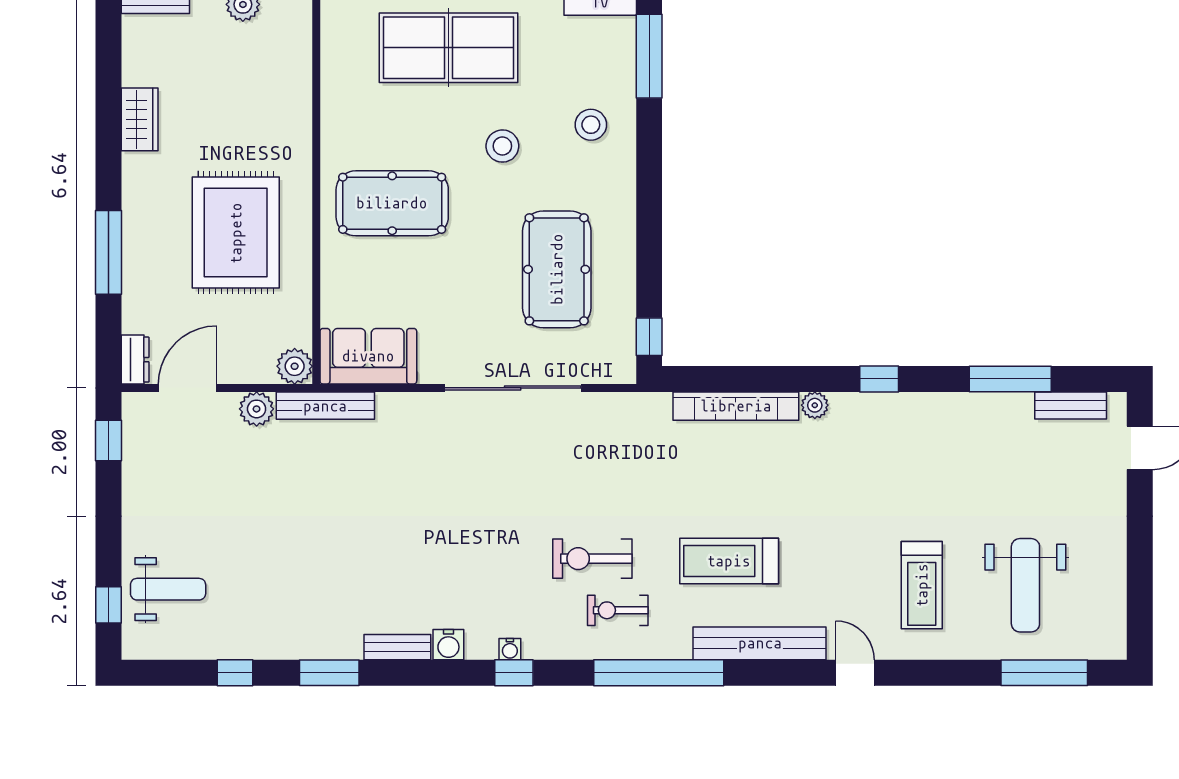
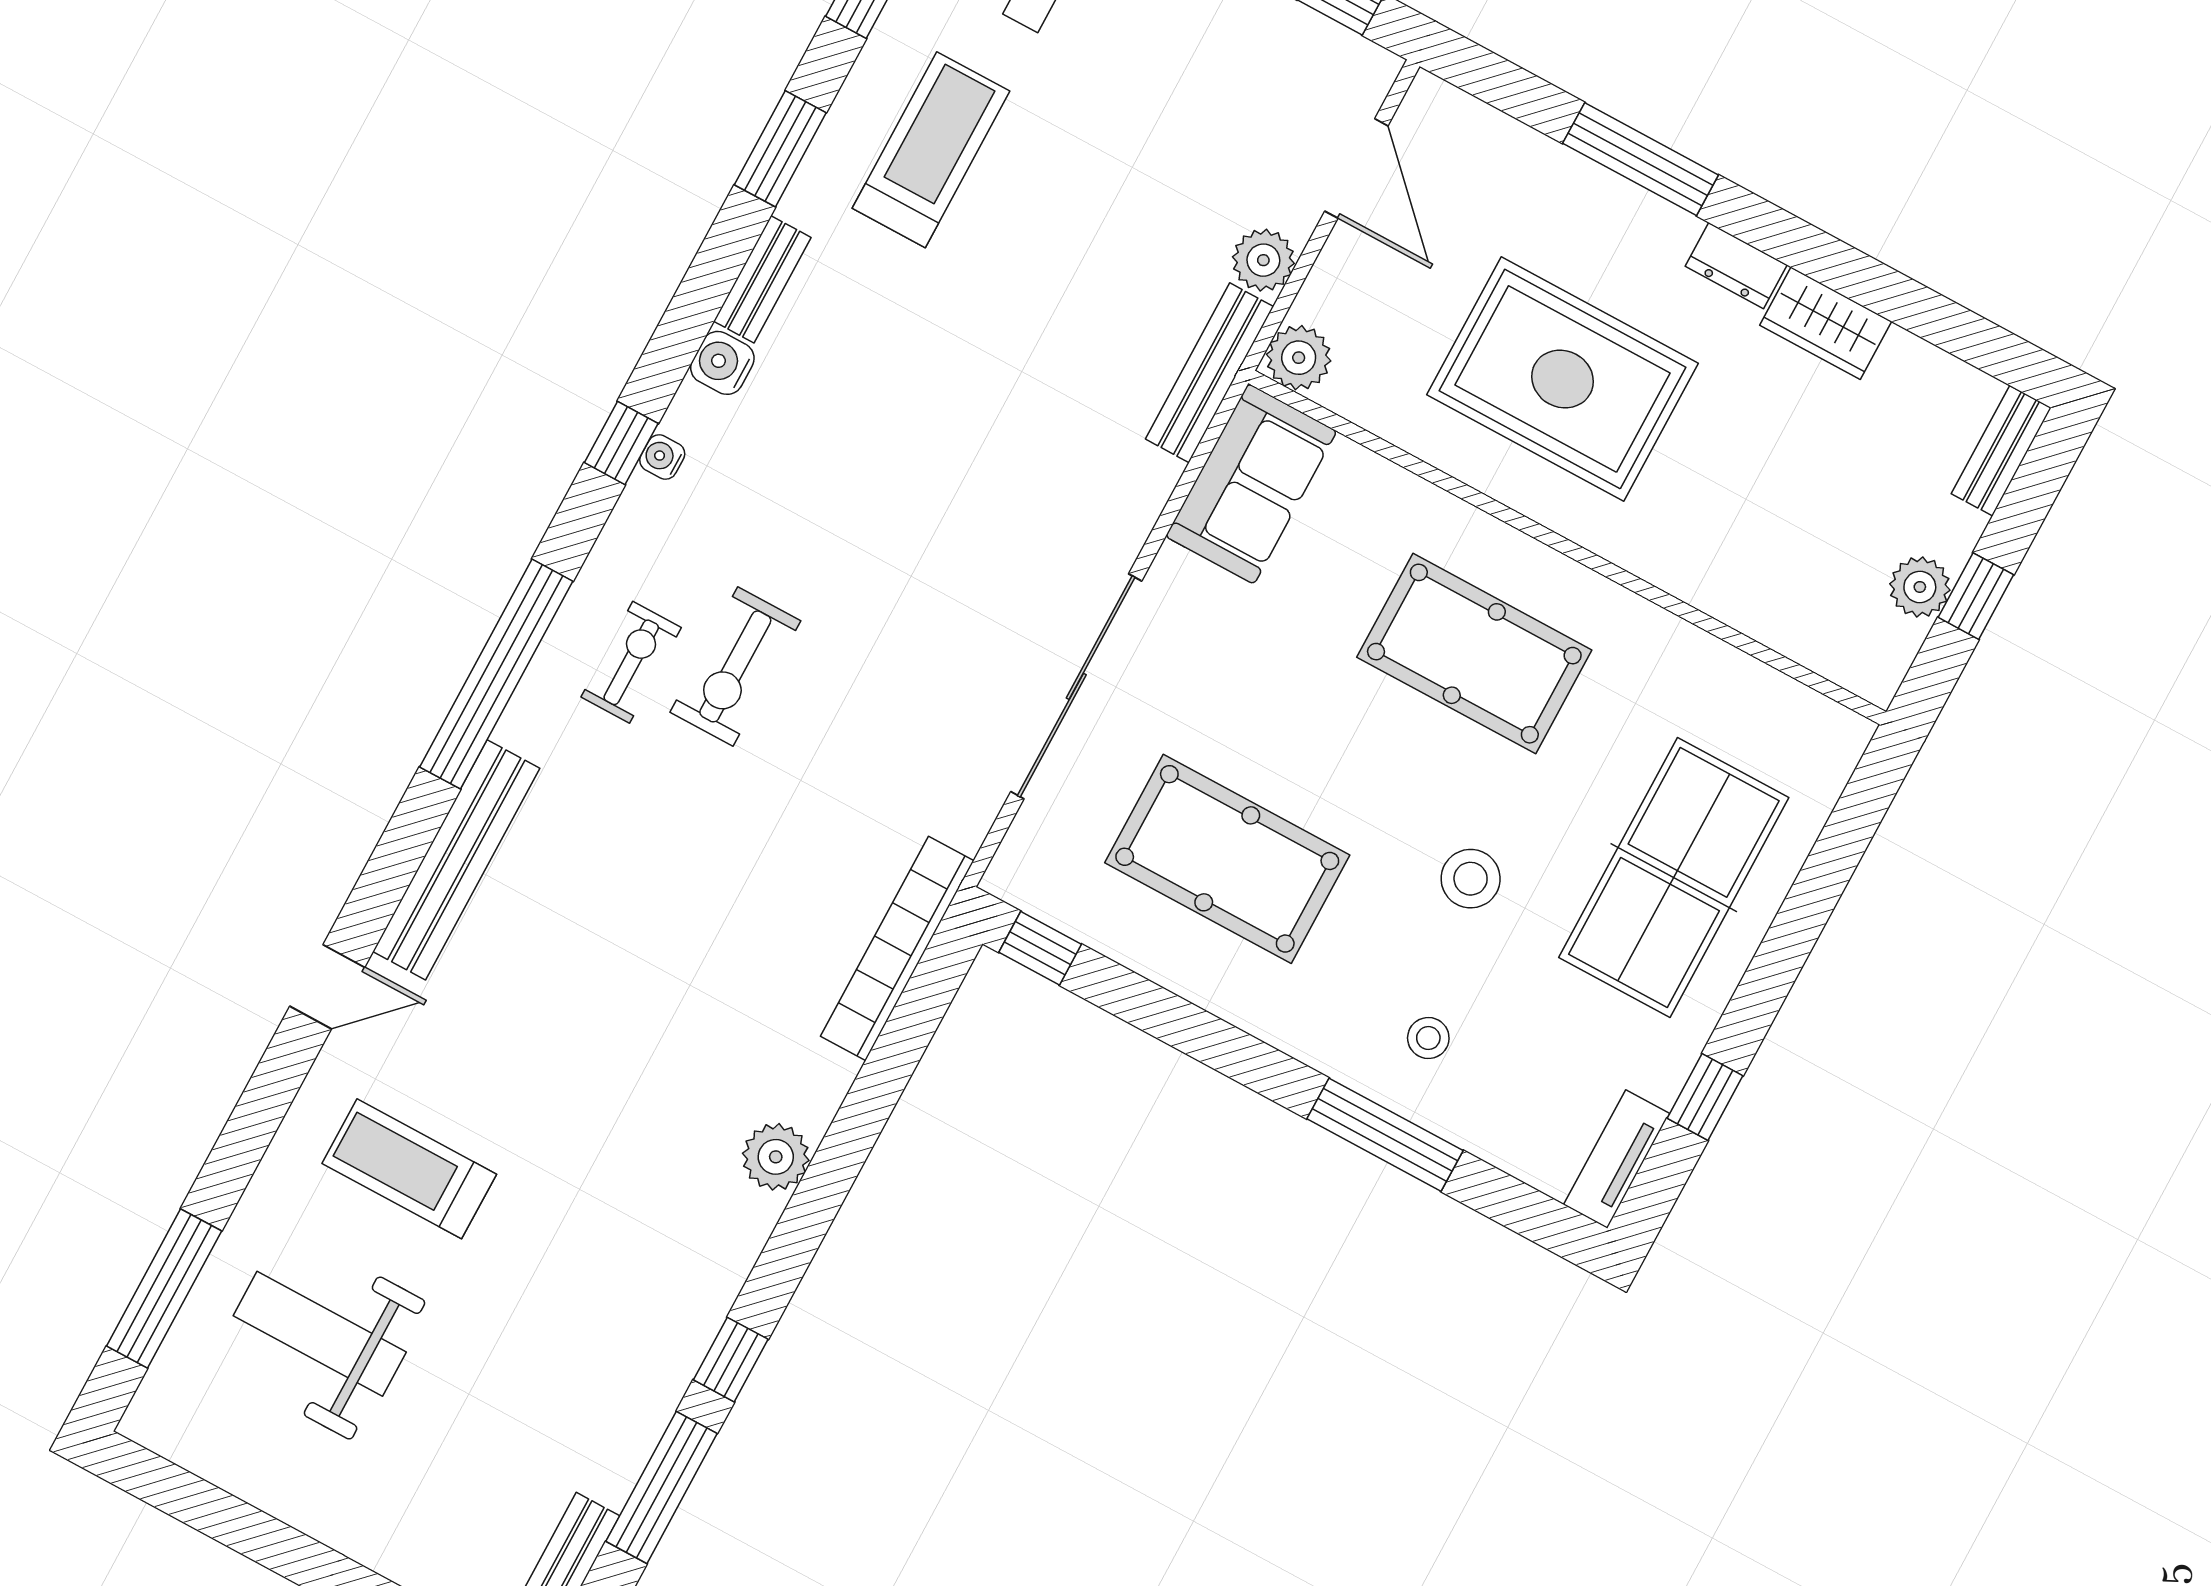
window: (649, 56) -> (1385, 1135), moved
stool: (591, 125) -> (1428, 1038), width x0.73, depth x0.73
pool table: (392, 203) -> (1474, 654), turned 90
dresser: (135, 360) -> (1736, 266), moved
window: (879, 379) -> (731, 1360), moved
plant: (815, 405) -> (776, 1157), width x1.38, depth x1.38
bookcase: (736, 406) -> (897, 948), moved
exercise bike: (592, 559) -> (735, 666), turned 180
treadmill: (729, 561) -> (931, 150), moved

